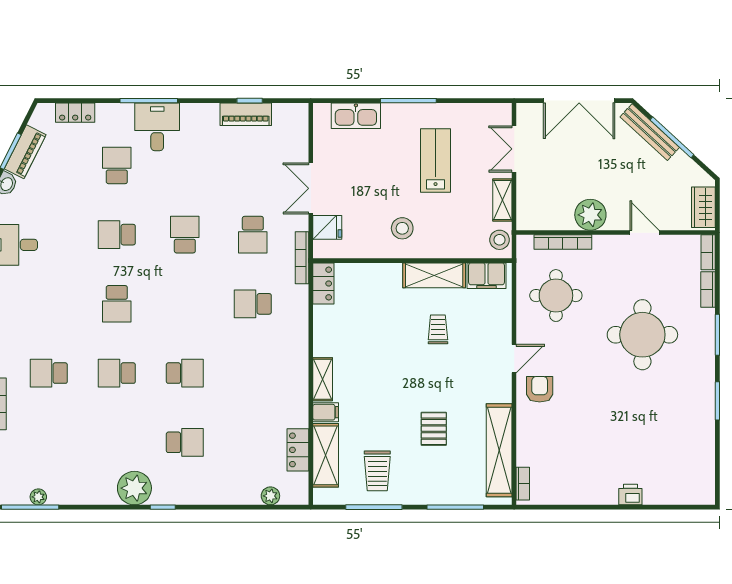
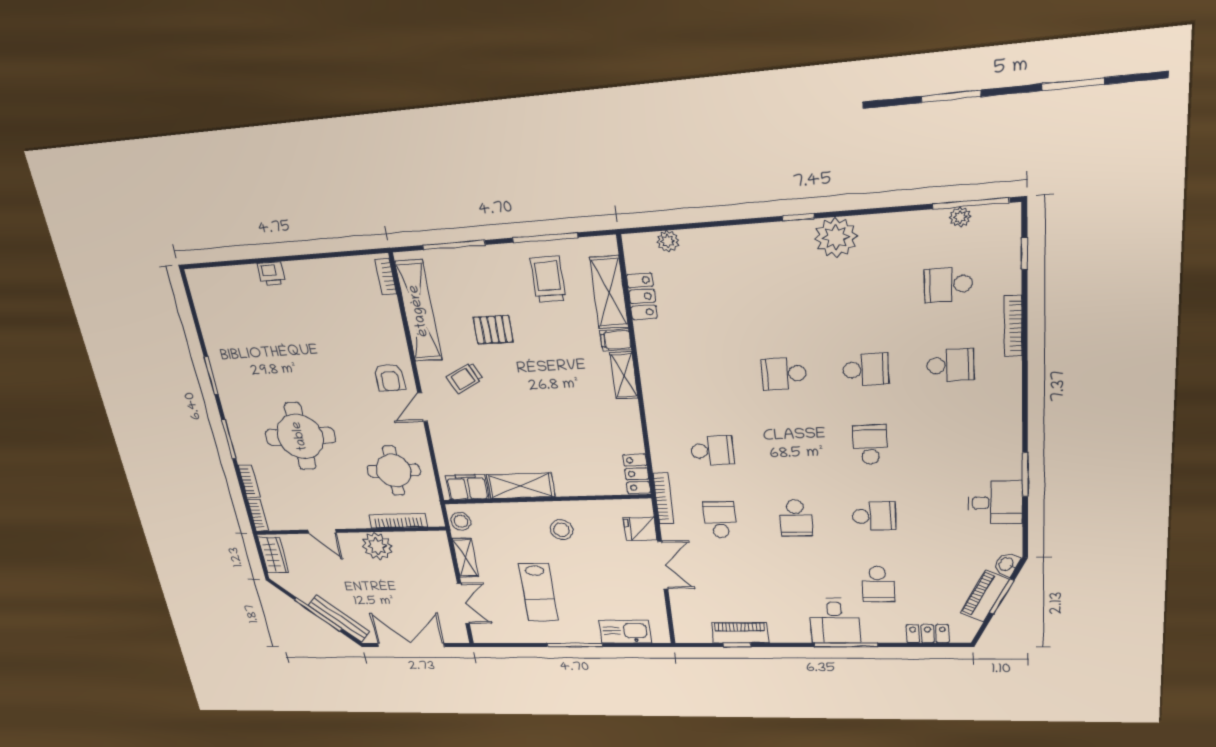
trolley: (438, 329) -> (465, 378), moved, turned 64
pallet: (434, 429) -> (493, 330), turned 90
school desk: (185, 442) -> (948, 285), moved

